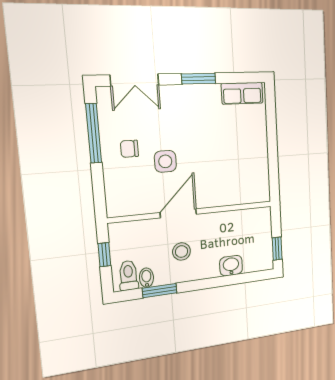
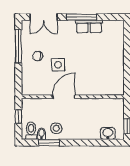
window: (199, 79) -> (82, 17), width x1.44
row of seats: (242, 93) -> (89, 26), moved
stool: (182, 252) -> (56, 128), moved
washbasin: (231, 266) -> (108, 133), moved

